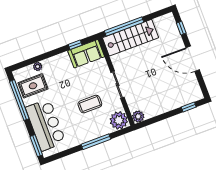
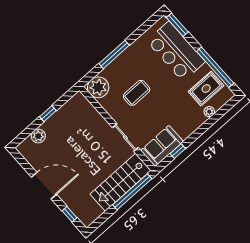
sliding door: (118, 85) -> (125, 138), moved
window: (189, 107) -> (48, 114), moved
plant: (138, 116) -> (38, 136), moved

